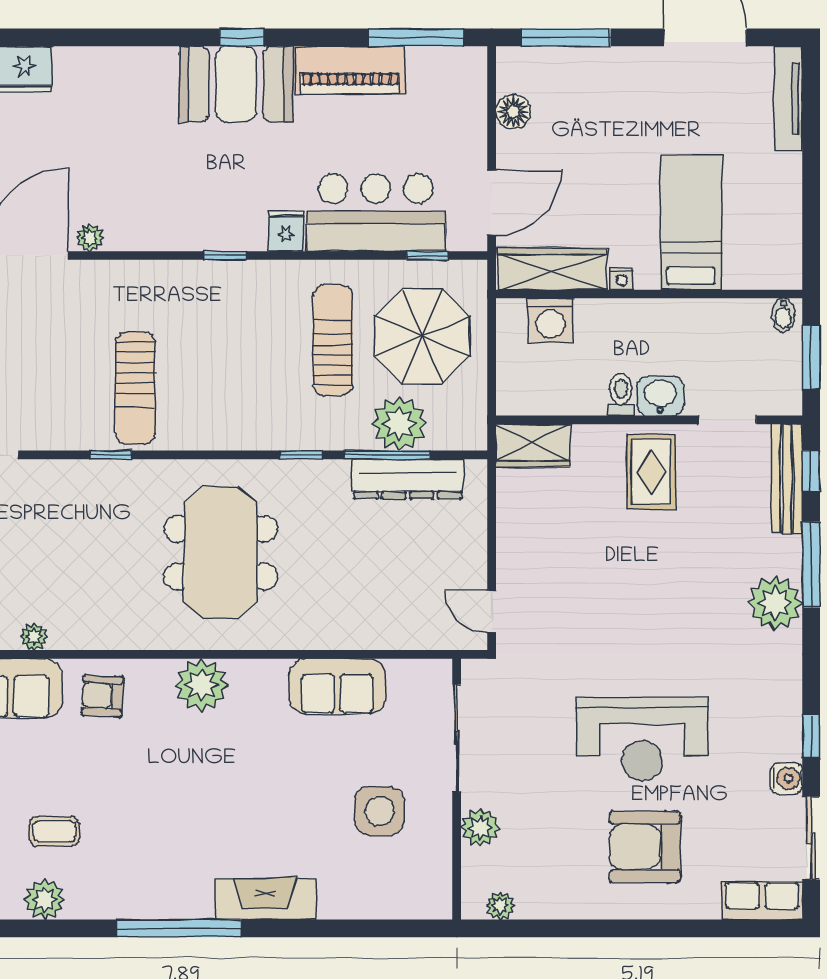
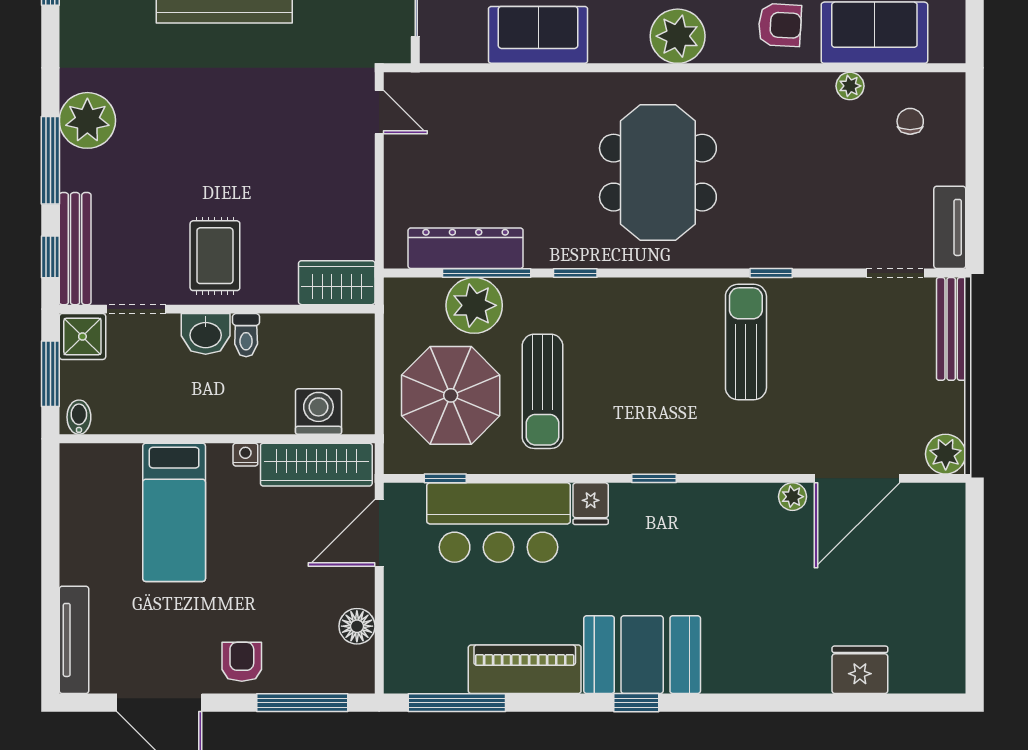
armchair: (625, 77) -> (242, 662), added
shower: (780, 393) -> (82, 336), added

